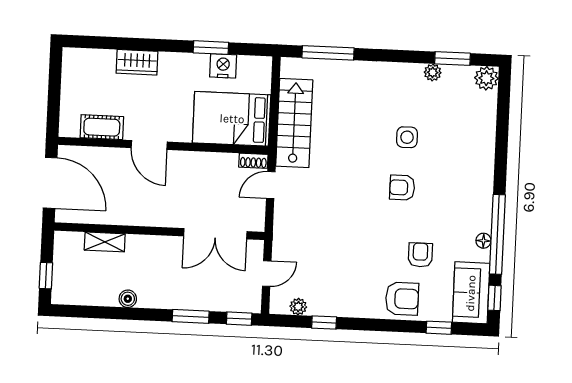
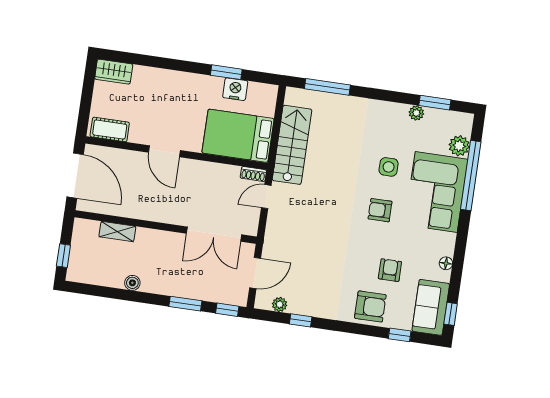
wardrobe: (137, 62) -> (114, 72), moved
plant: (486, 78) -> (459, 146), moved
cot: (102, 127) -> (110, 130), moved
corner sofa: (464, 160) -> (436, 192), added
window: (497, 234) -> (471, 176), moved
door: (267, 274) -> (255, 273), width x1.37

